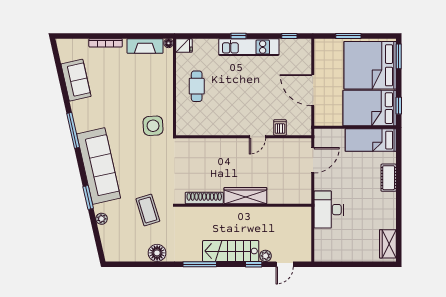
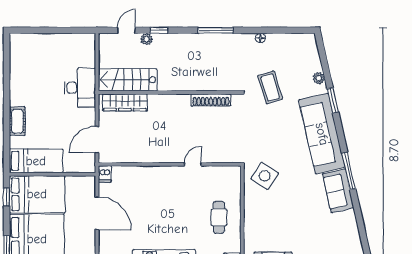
sofa: (76, 80) -> (338, 191), moved
side table: (153, 126) -> (265, 176), turned 35
dishwasher: (280, 127) -> (105, 174), moved
door: (257, 137) -> (193, 164), moved
wardrobe: (245, 196) -> (125, 102), moved
wardrobe: (388, 244) -> (18, 52), removed
stairs: (231, 251) -> (128, 80), moved, turned 180
floor lamp: (157, 253) -> (260, 38), width x0.53, depth x0.53

